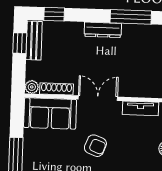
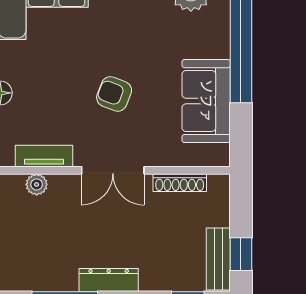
plant: (32, 87) -> (37, 184), moved
sofa: (50, 113) -> (206, 101), moved, turned -90

